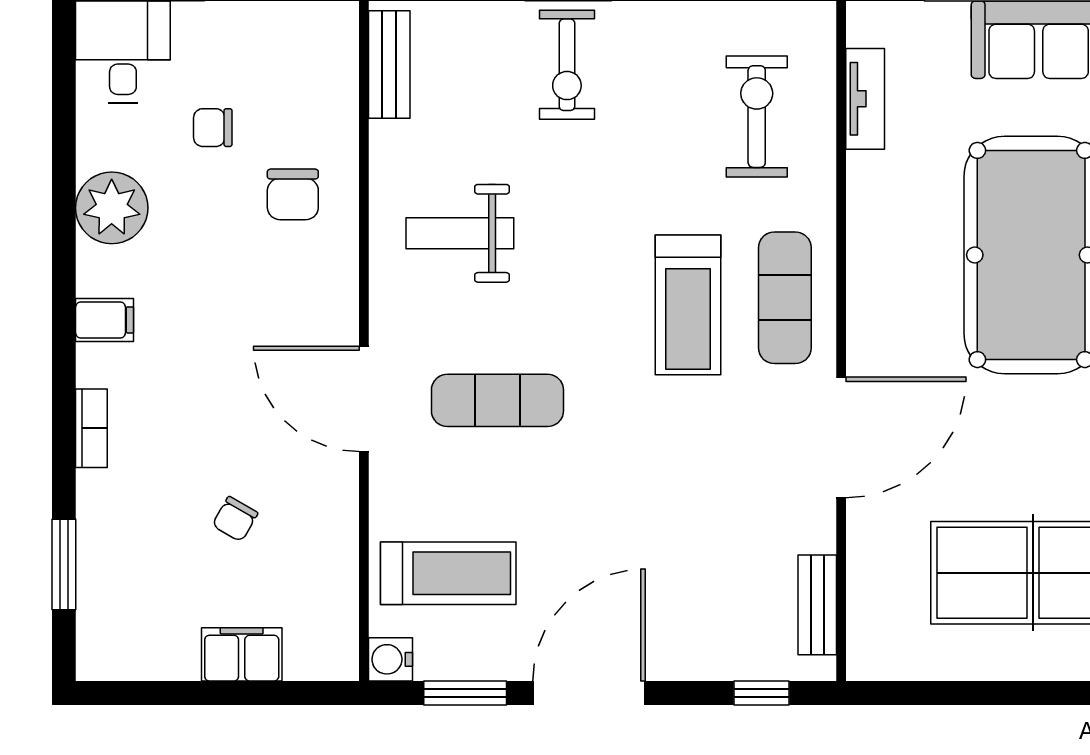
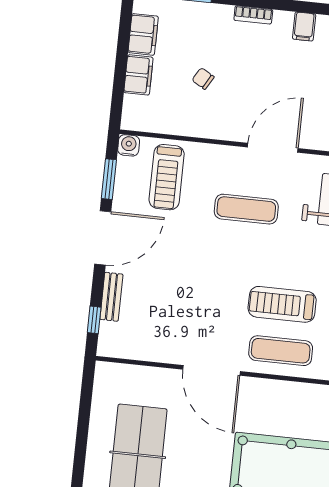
door: (364, 399) -> (273, 148), moved
exercise mat: (497, 400) -> (246, 209), turned 90
bench: (817, 605) -> (111, 297), moved, turned 90
filing cabinet: (156, 653) -> (143, 34), added
door: (589, 693) -> (103, 238), hinge flipped

